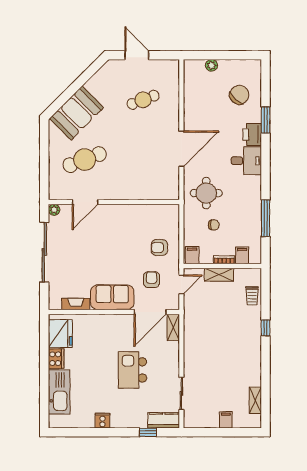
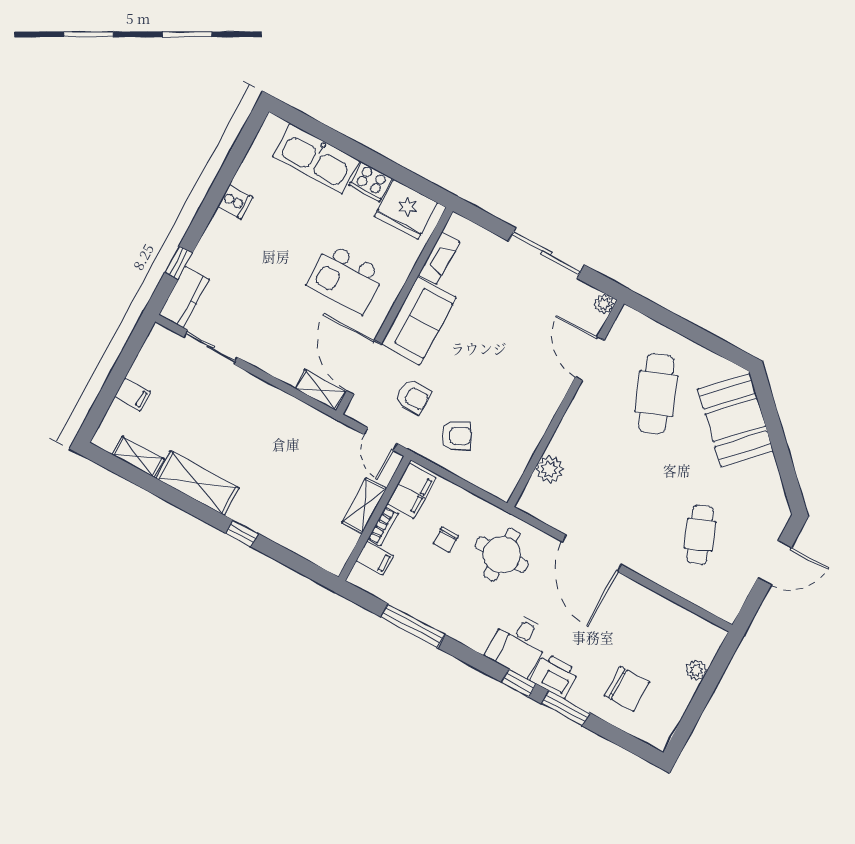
chair: (239, 95) -> (627, 689), turned -42
window: (266, 150) -> (519, 683), added
plant: (151, 192) -> (549, 469), added
armchair: (159, 248) -> (456, 436), turned 62
sliding door: (44, 252) -> (546, 253), width x0.73
filing cabinet: (192, 255) -> (411, 491), width x2.00
trolley: (252, 296) -> (303, 539), removed
shelving: (253, 364) -> (197, 483), added
kitchen island: (132, 370) -> (346, 279), moved, turned 180

